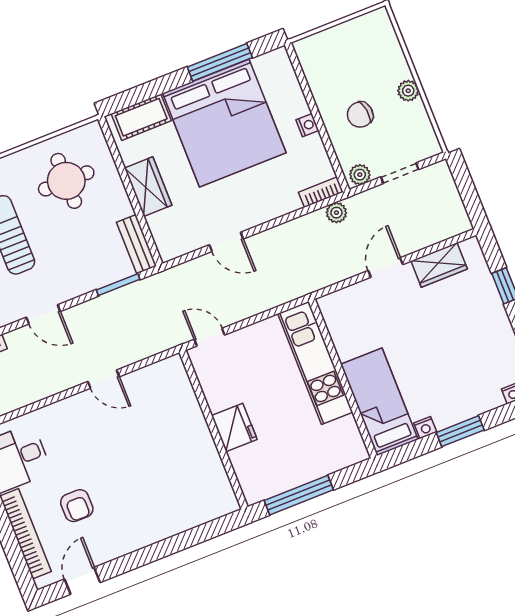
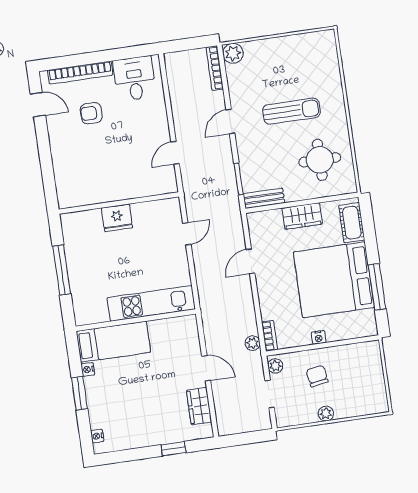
fridge: (234, 427) -> (117, 218), moved
wall: (214, 430) -> (119, 203), moved

